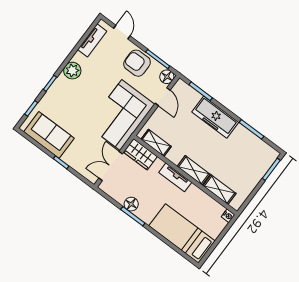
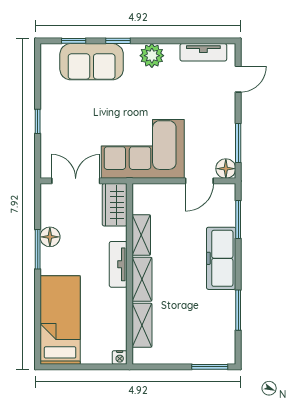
armchair: (137, 63) -> (216, 123), removed
sofa: (49, 135) -> (92, 62), moved, turned 90
shelving: (156, 143) -> (141, 235), moved

